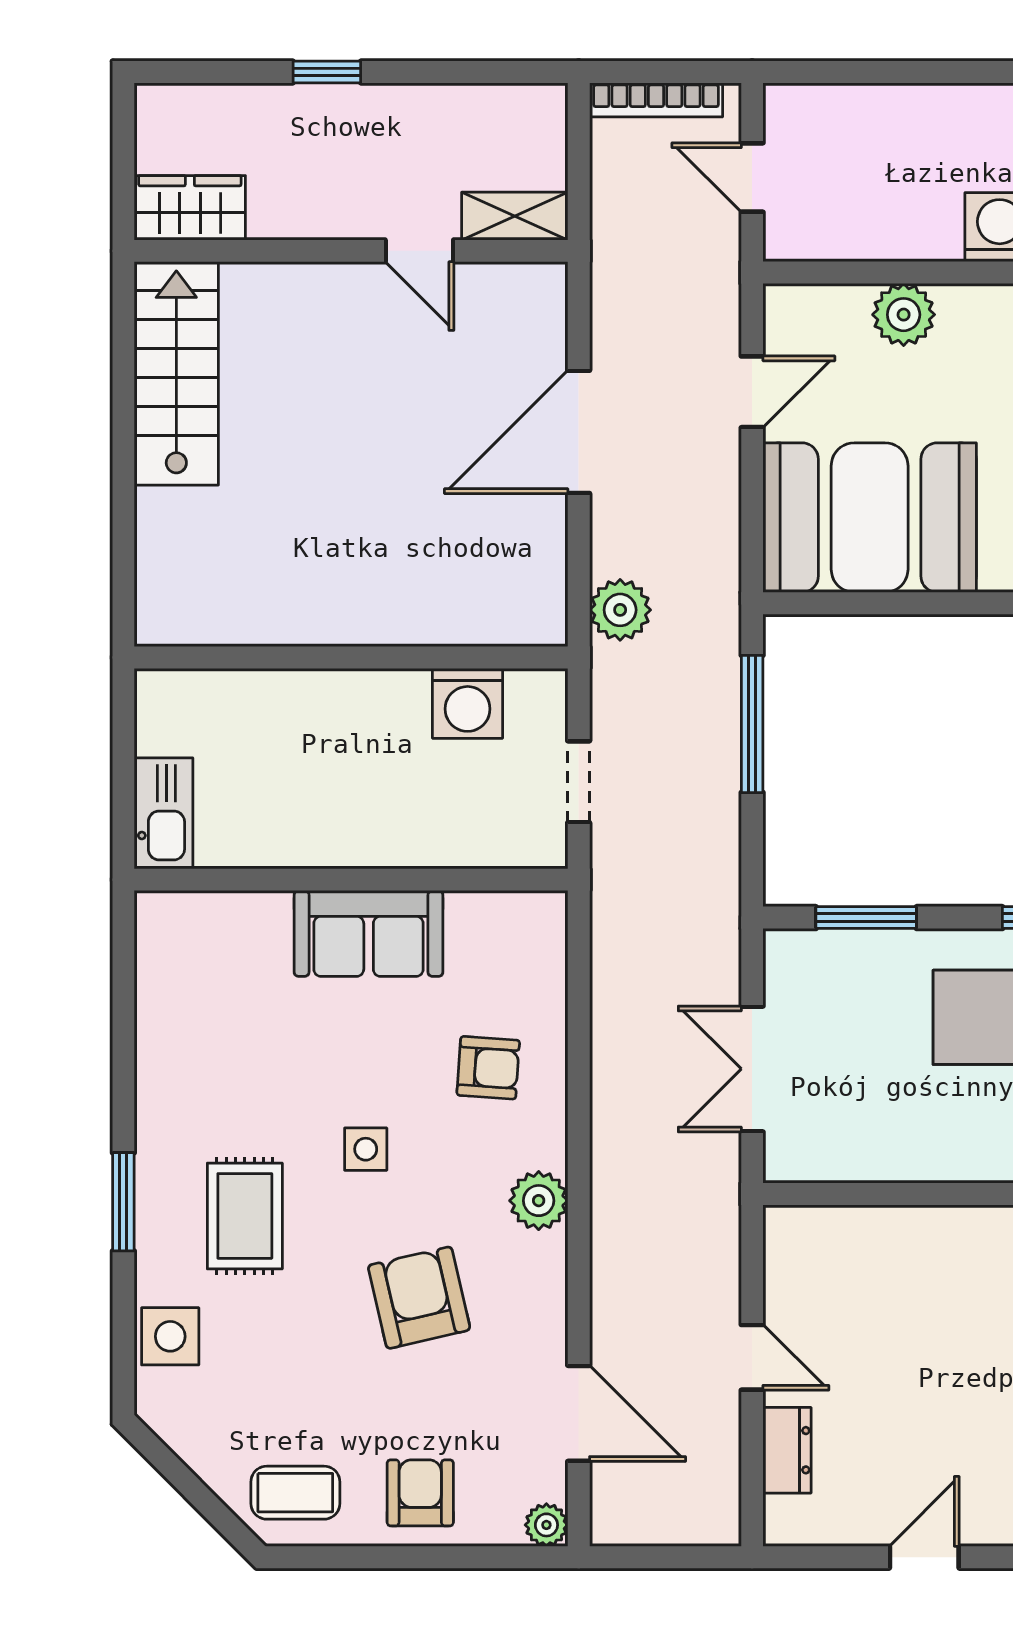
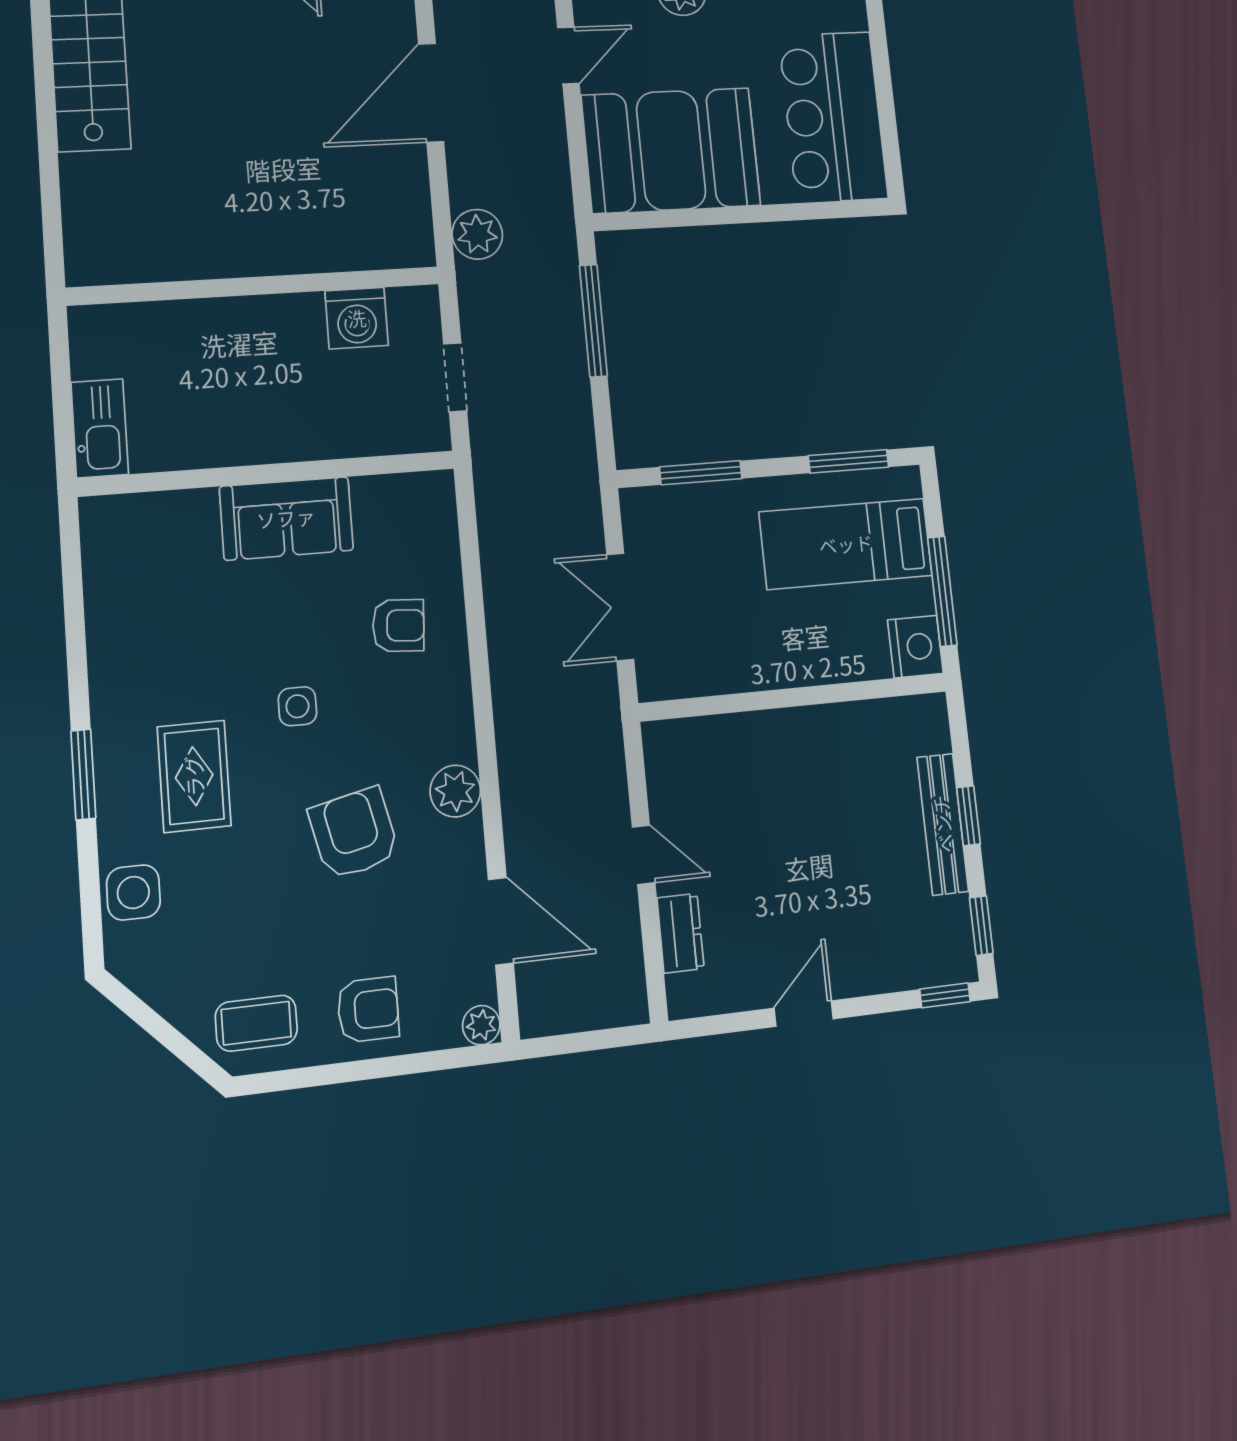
plant: (539, 1201) -> (455, 791), moved
armchair: (420, 1493) -> (368, 1010), turned 90

